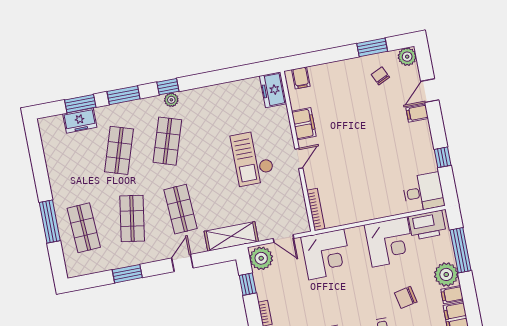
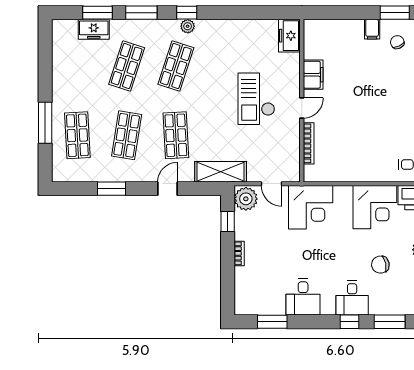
filing cabinet: (301, 78) -> (372, 29), moved
bookcase: (316, 210) -> (309, 143), moved

